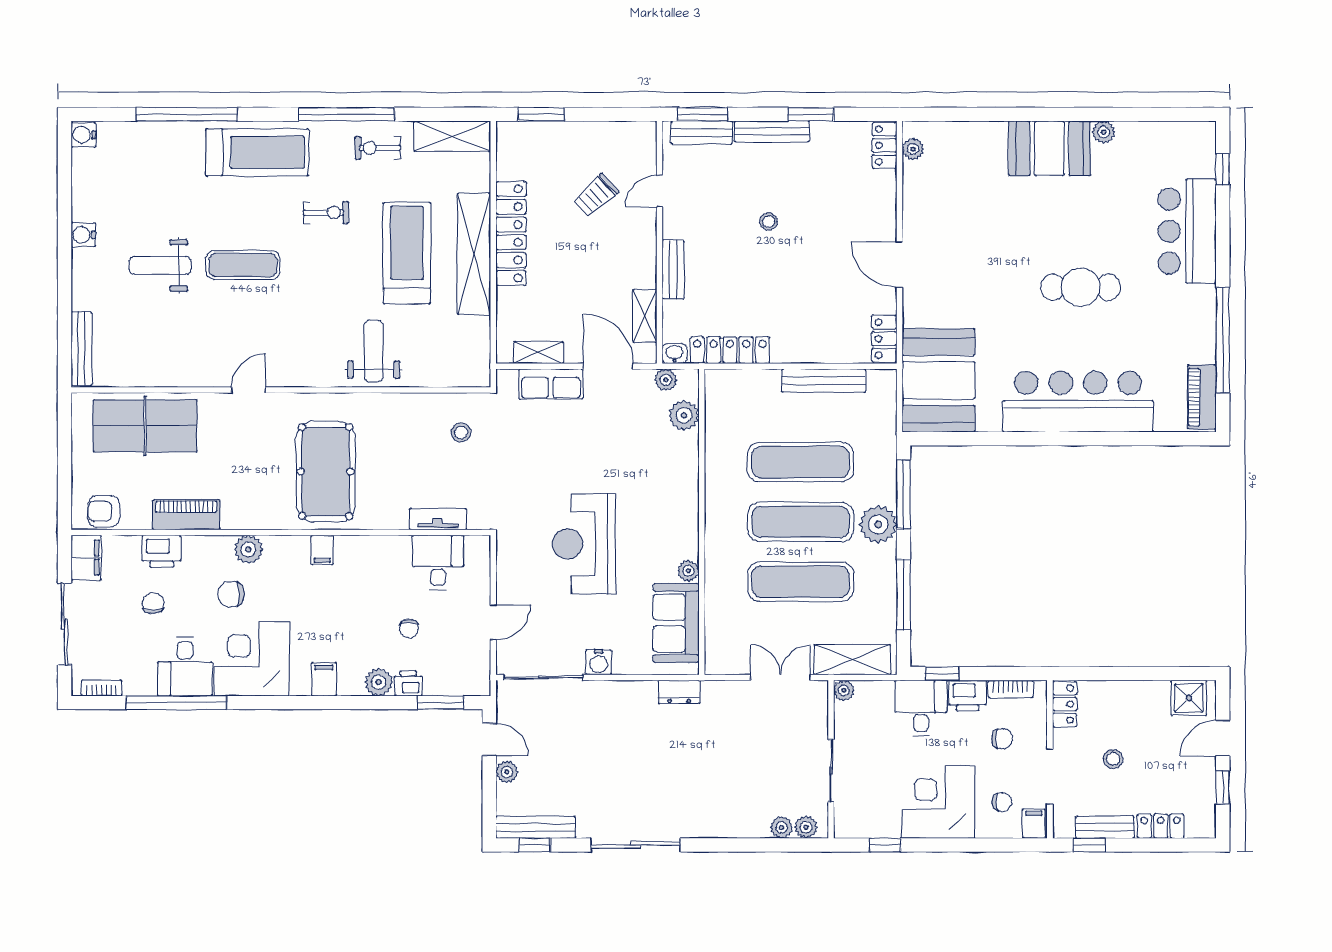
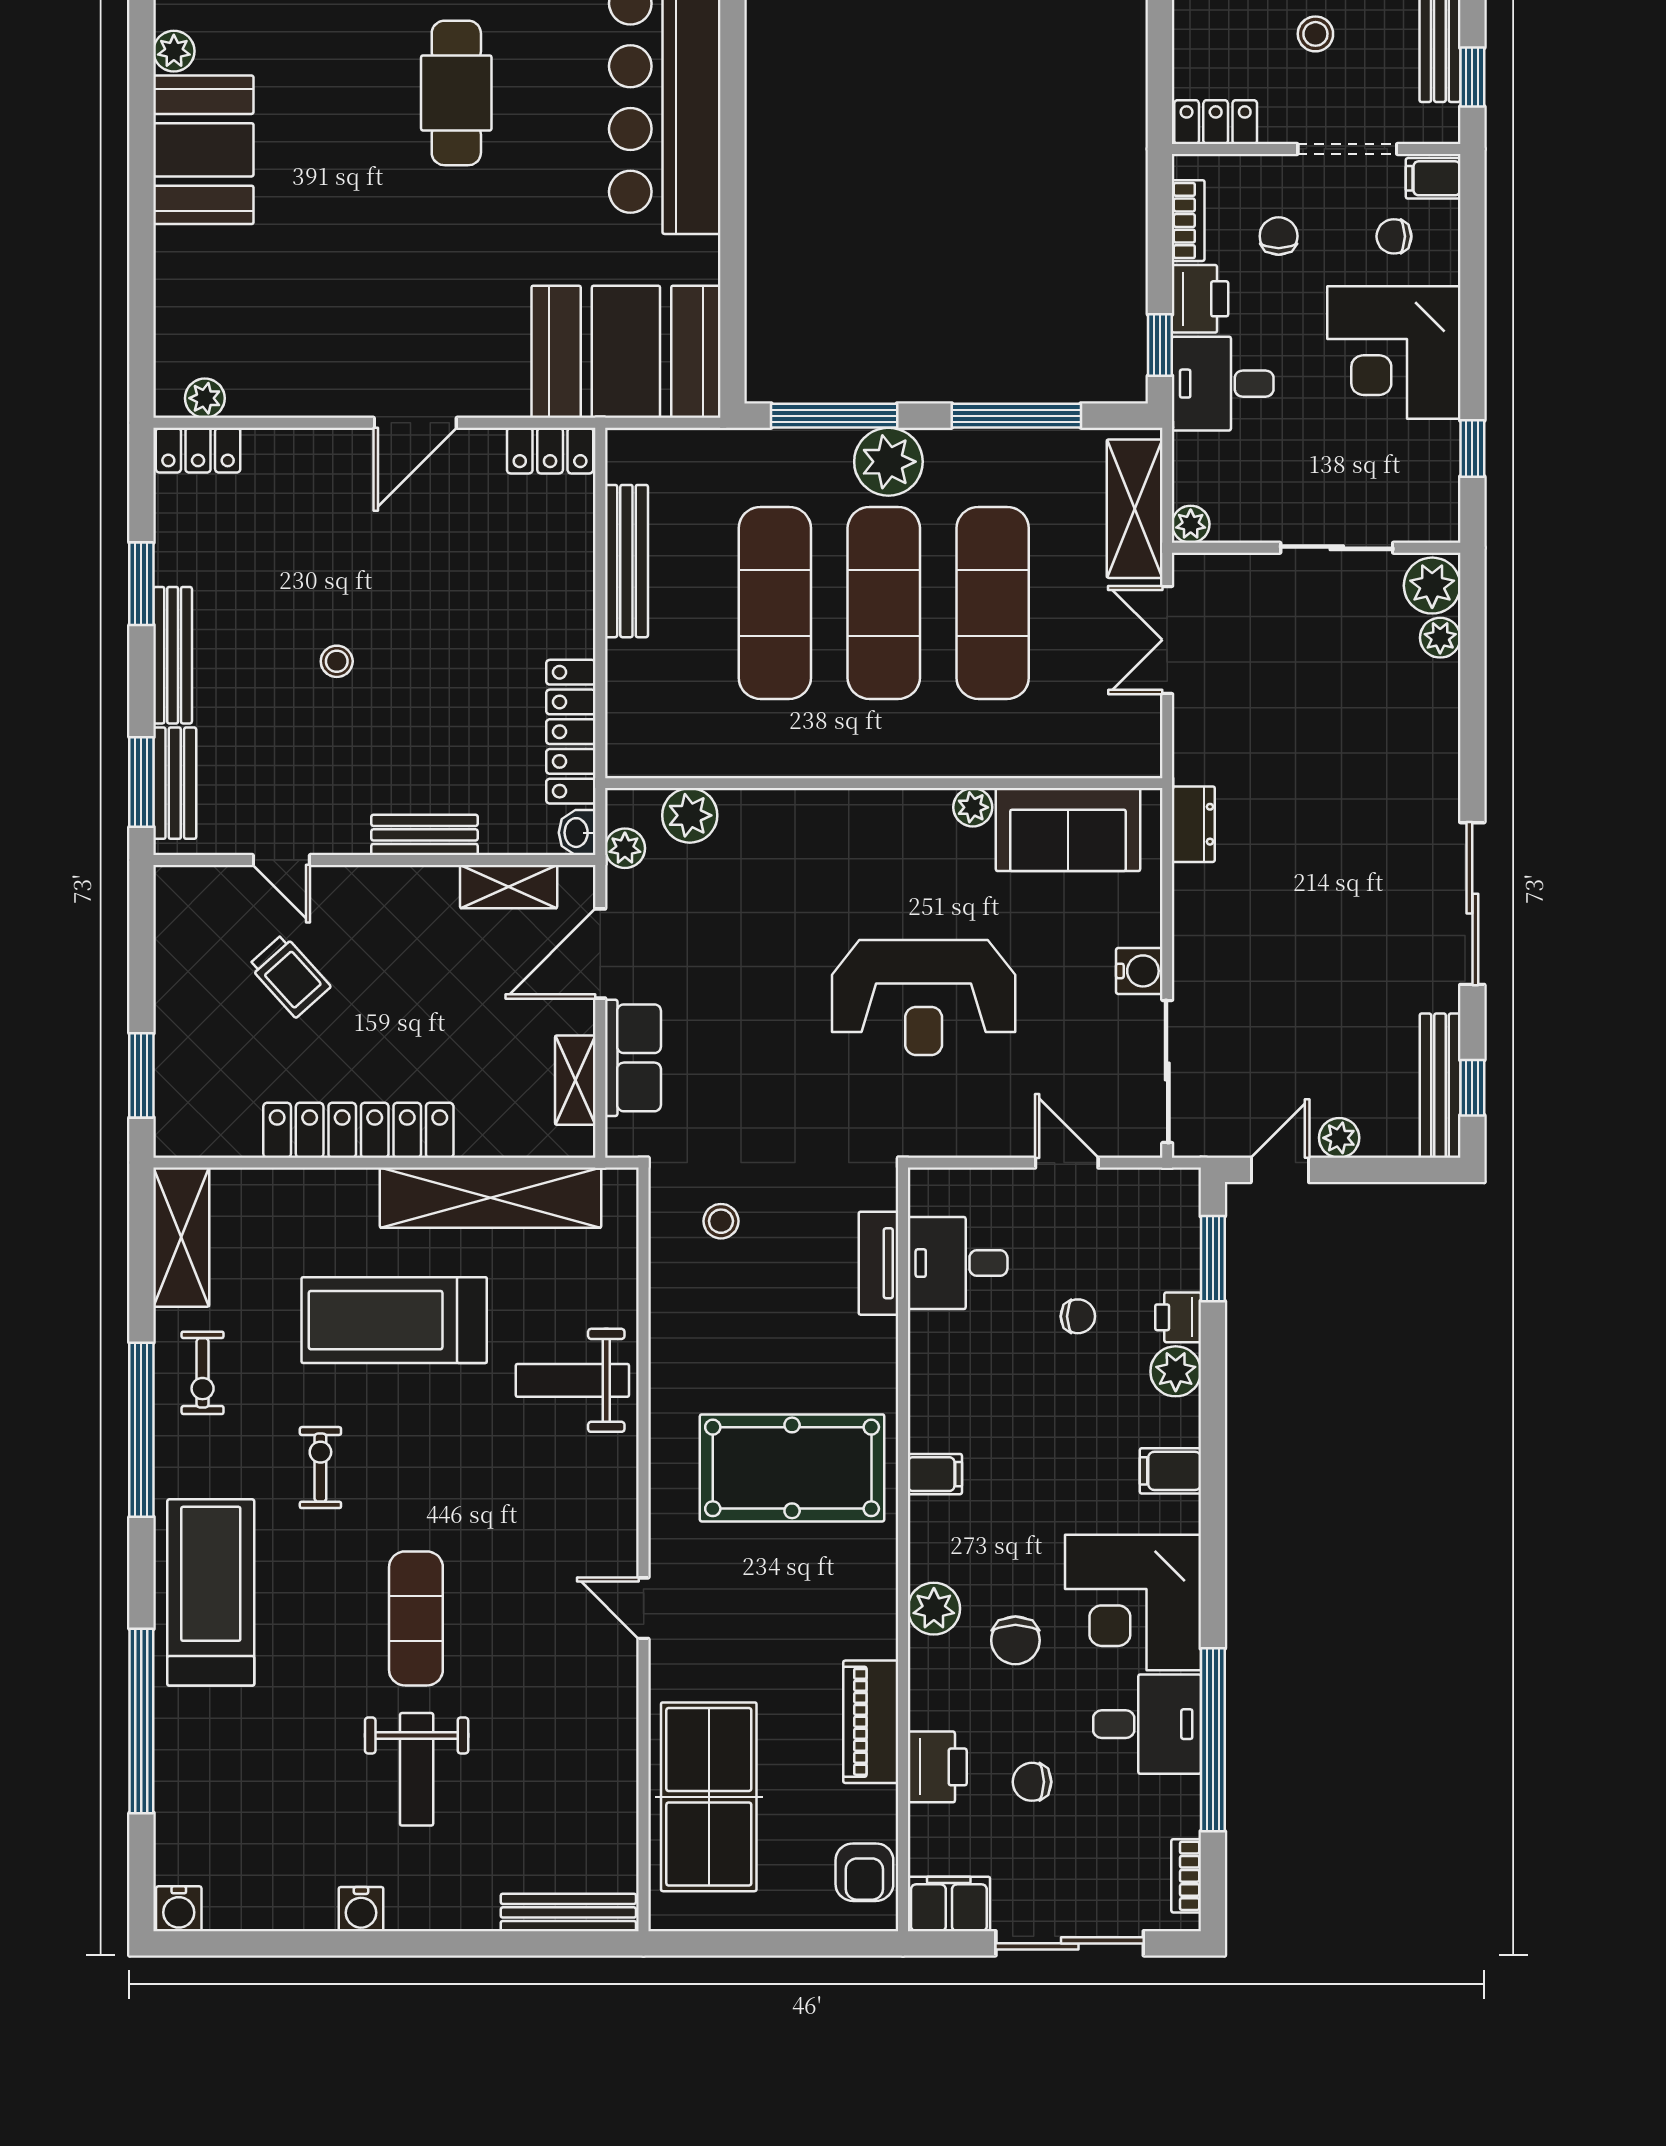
shelving: (474, 254) -> (491, 1198), moved
chair: (1002, 802) -> (1394, 236), turned -90
plant: (806, 827) -> (1432, 586), width x1.38, depth x1.38

